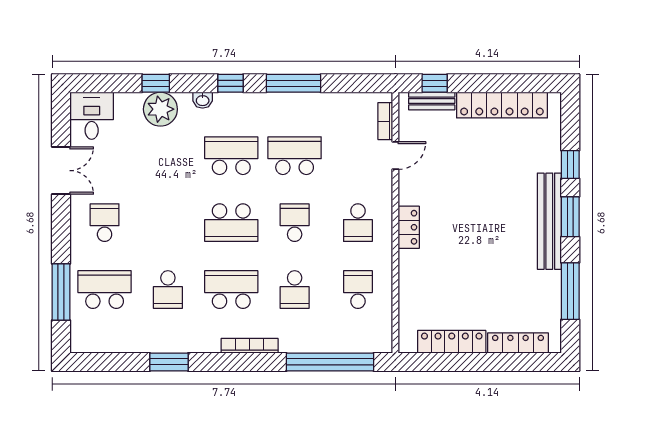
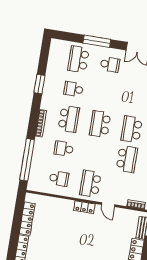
school desk: (231, 156) -> (132, 129), turned 180
door: (395, 156) -> (108, 205), moved
school desk: (295, 223) -> (95, 154), removed
school desk: (358, 223) -> (90, 184), width x1.85
school desk: (105, 290) -> (78, 59), turned 180
window: (61, 292) -> (97, 41), moved

